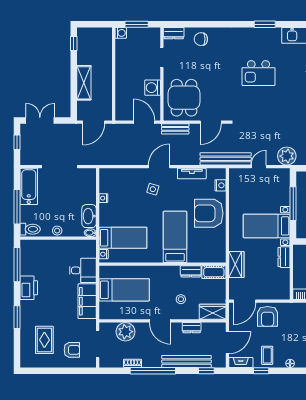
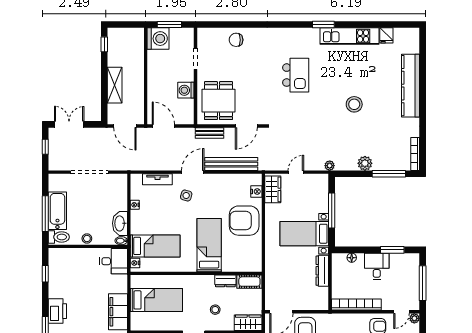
window: (265, 24) -> (323, 24), moved
washing machine: (121, 33) -> (158, 39), width x1.89, depth x1.89
dresser: (174, 33) -> (208, 34), removed
kitchen island: (258, 73) -> (296, 75), turned -90
door: (94, 122) -> (125, 126), hinge flipped
door: (144, 122) -> (163, 126), moved
plant: (287, 156) -> (330, 166), width x0.53, depth x0.53
bench: (226, 159) -> (231, 164), moved
tv unit: (192, 174) -> (157, 179), moved
bathtub: (29, 186) -> (57, 211), moved
dresser: (284, 257) -> (322, 271), width x1.44
wardrobe: (236, 264) -> (273, 189), moved
window: (17, 265) -> (45, 274), width x0.46
desk: (83, 270) -> (114, 261), moved
printer: (29, 288) -> (57, 311), moved

